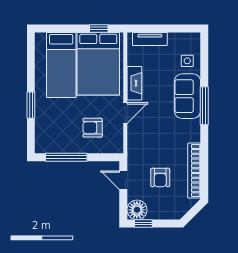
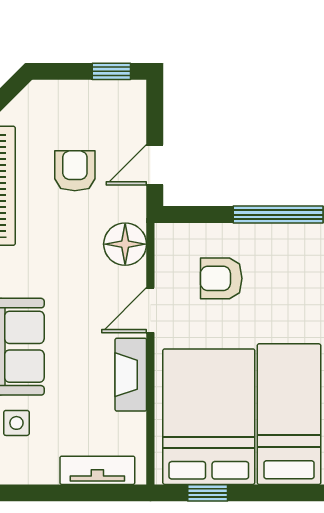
armchair: (93, 128) -> (221, 278), turned 180
door: (123, 180) -> (155, 165), swing flipped
floor lamp: (137, 210) -> (125, 244), moved

